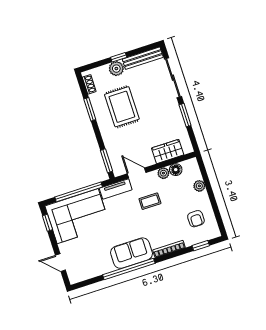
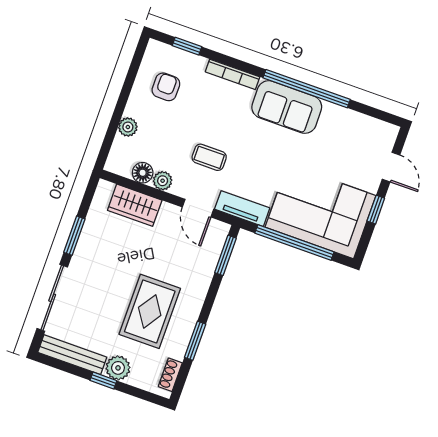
window: (47, 223) -> (376, 210), moved

